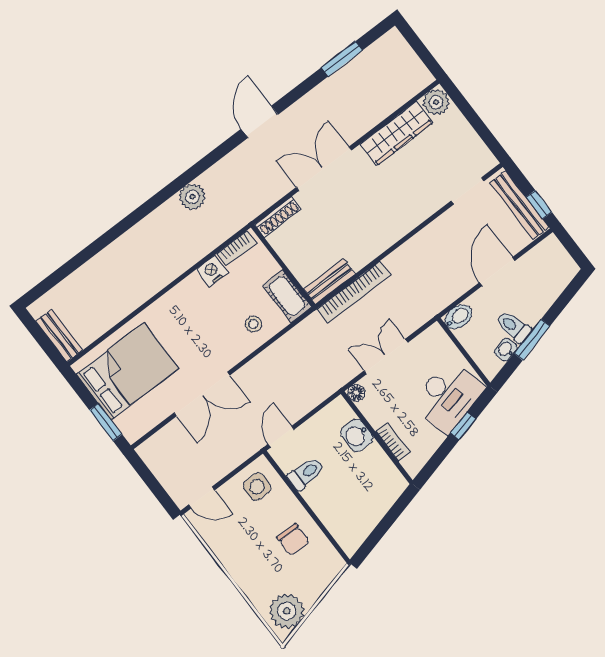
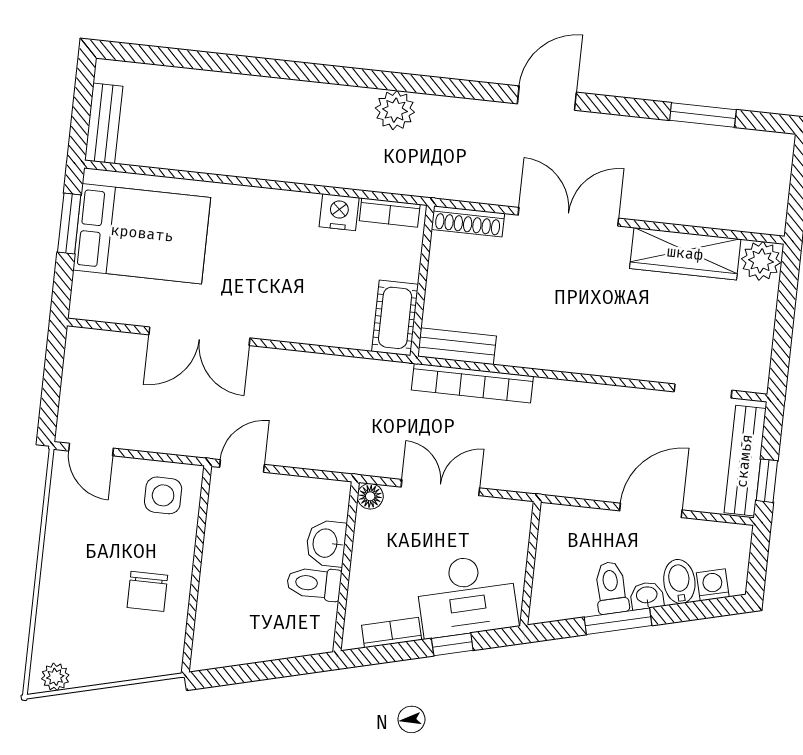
washing machine: (561, 279) -> (713, 585), added
bidet: (458, 317) -> (679, 582), moved, turned -104
stool: (253, 324) -> (329, 313), removed
washbasin: (506, 350) -> (647, 596), moved
window: (106, 422) -> (69, 224), moved
bookcase: (393, 442) -> (392, 633), moved, turned -104
toilet: (306, 473) -> (314, 583), moved, turned 180
plant: (287, 611) -> (55, 677), width x0.53, depth x0.53

